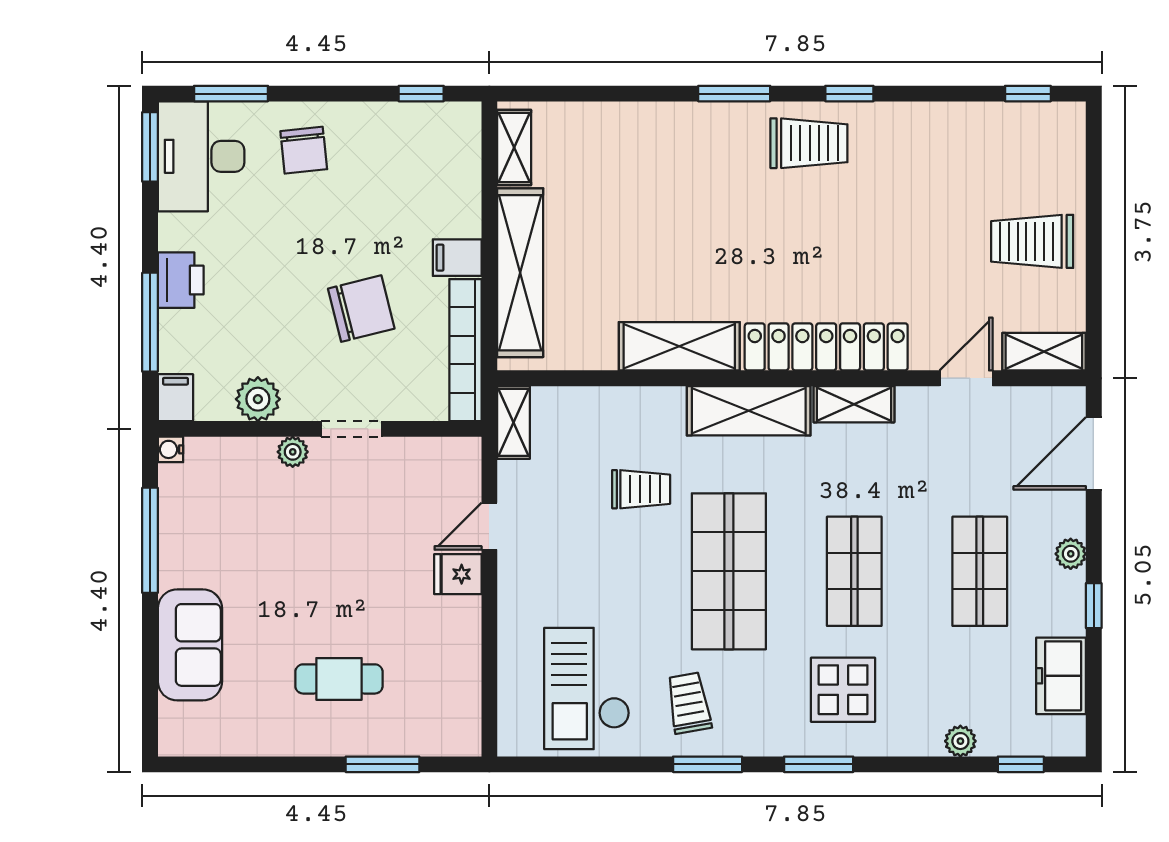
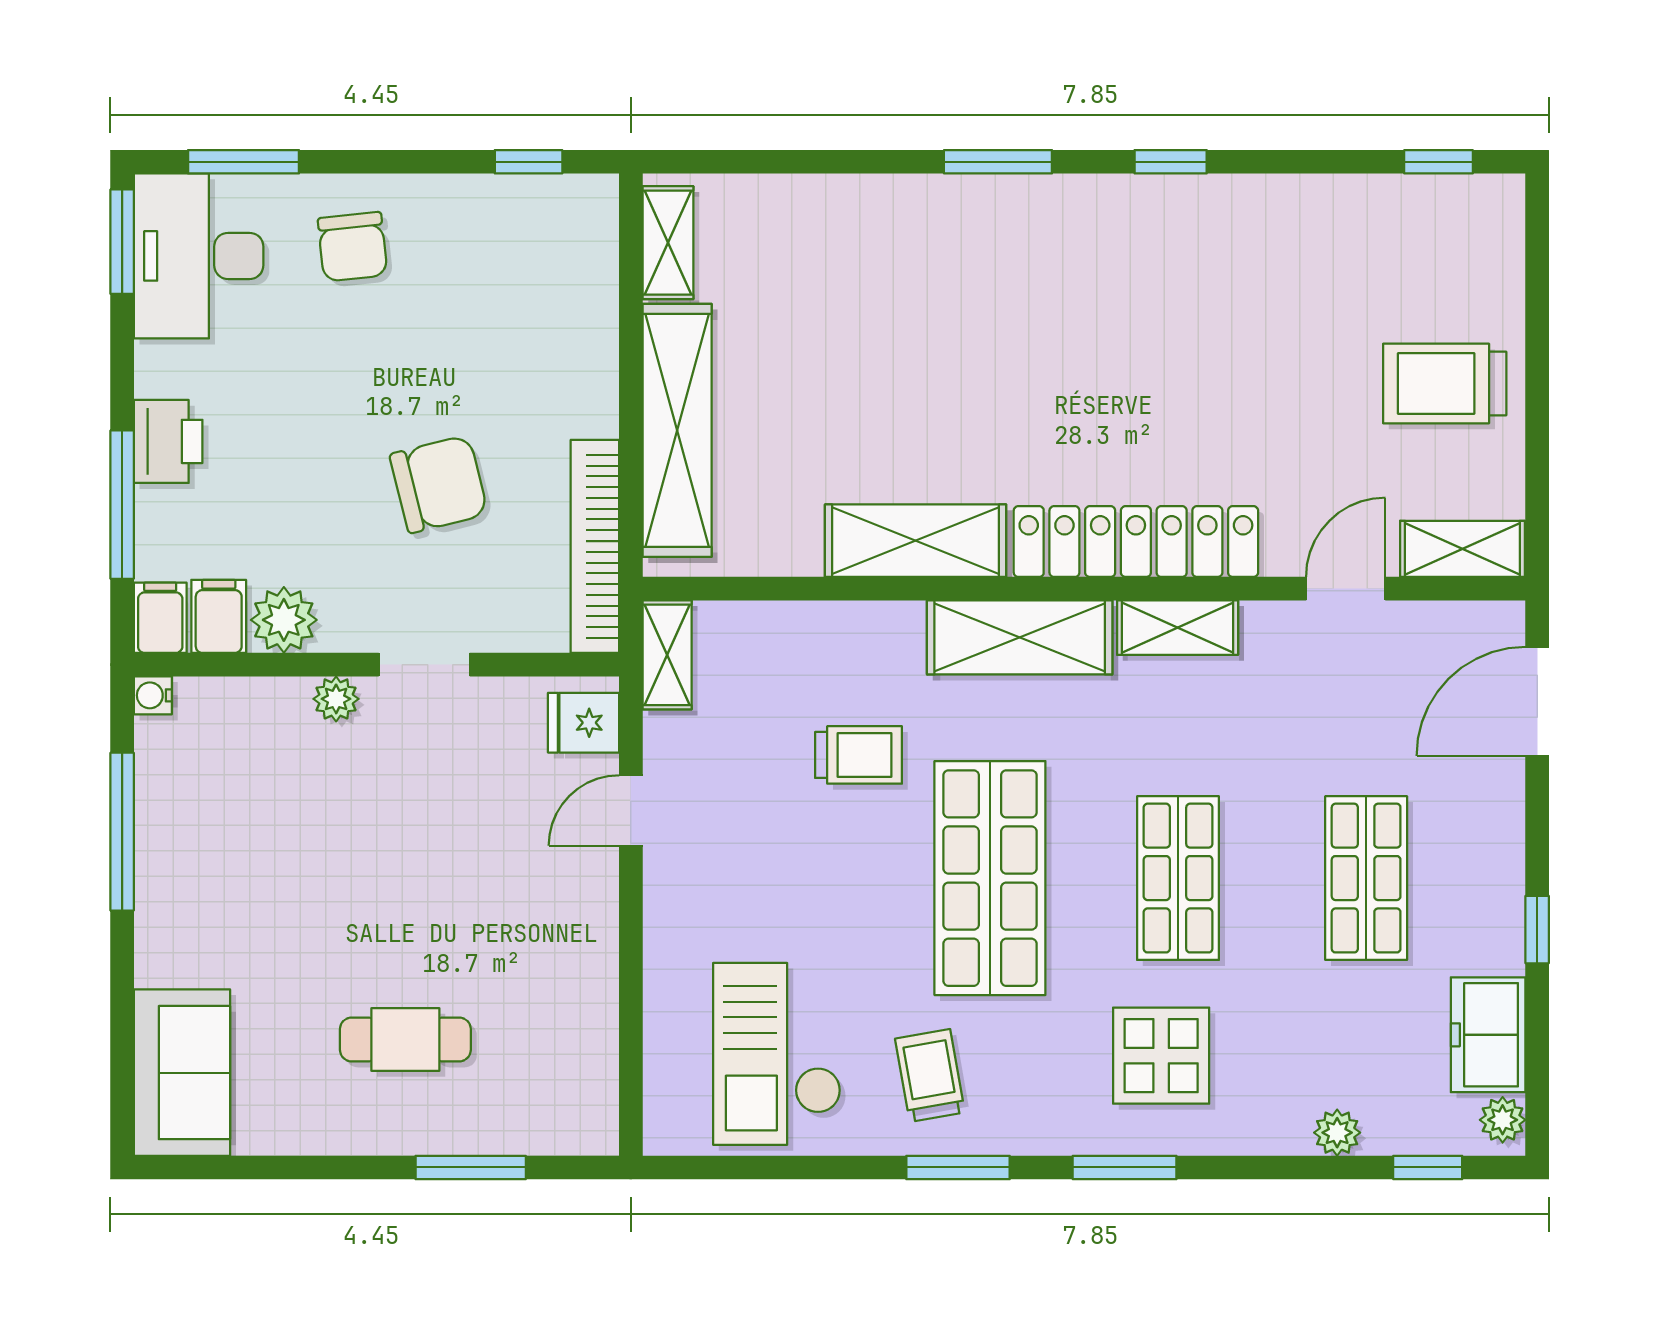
trolley: (809, 143) -> (1110, 236), removed
filing cabinet: (457, 258) -> (219, 616), moved, turned 90
plant: (1071, 554) -> (1503, 1120), moved
fridge: (458, 574) -> (584, 723), moved
sofa: (190, 645) -> (182, 1073), moved

